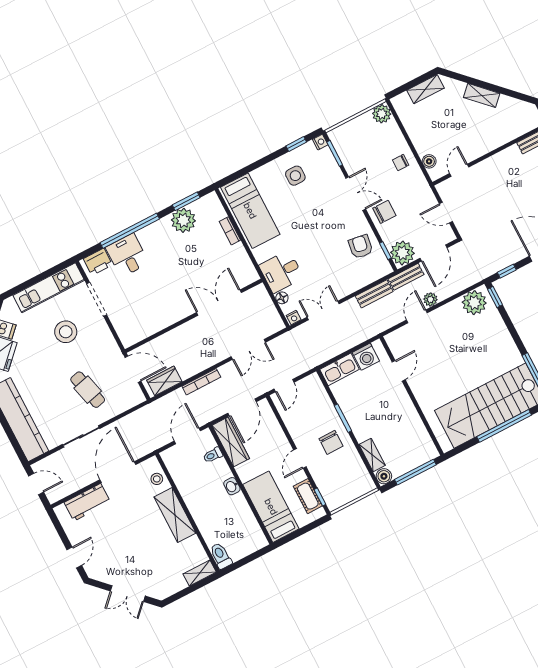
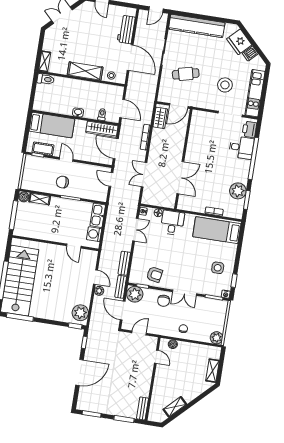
shelving: (482, 95) -> (175, 407), moved

